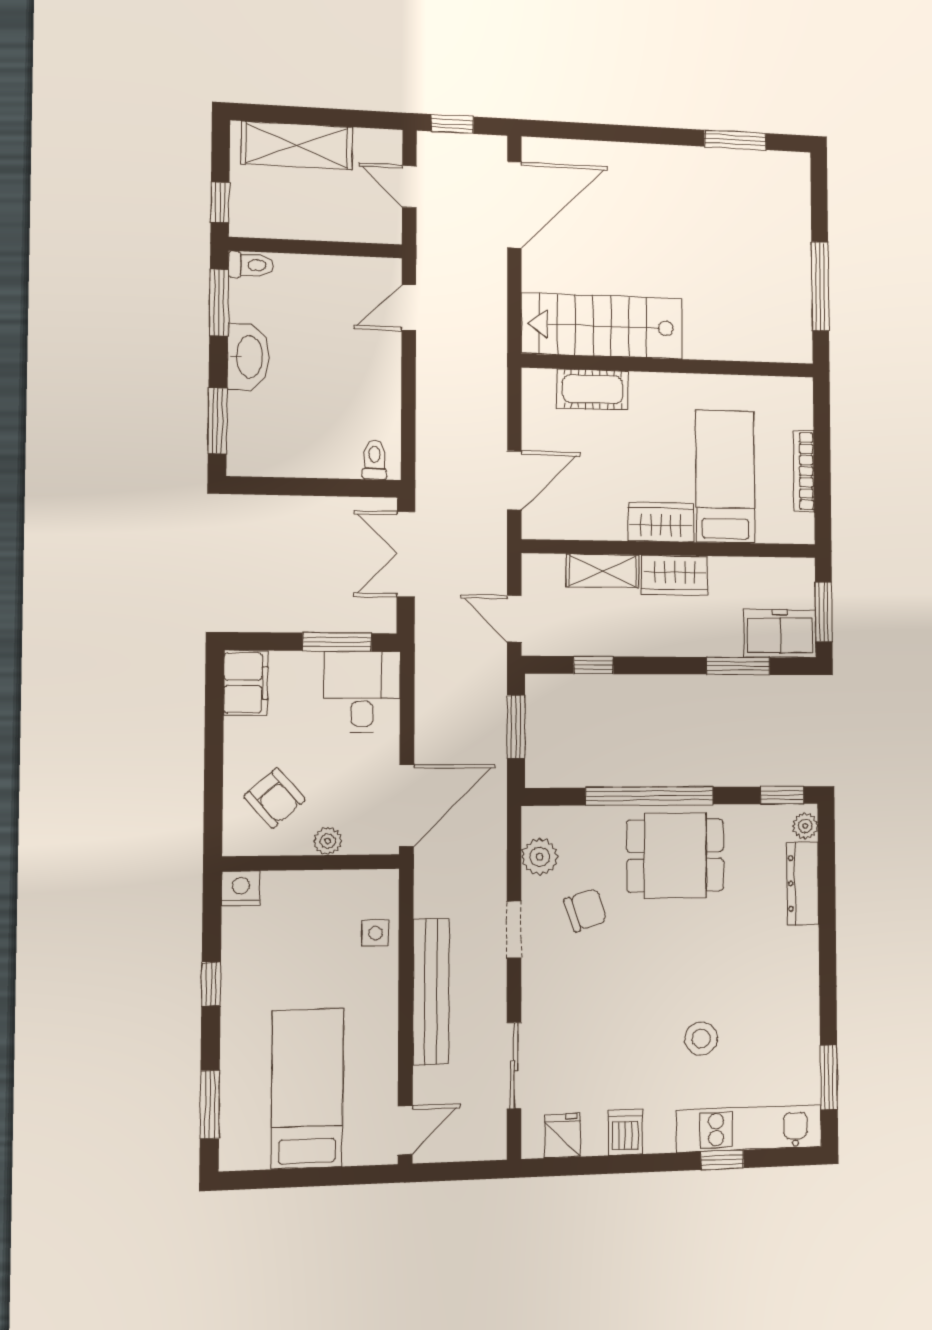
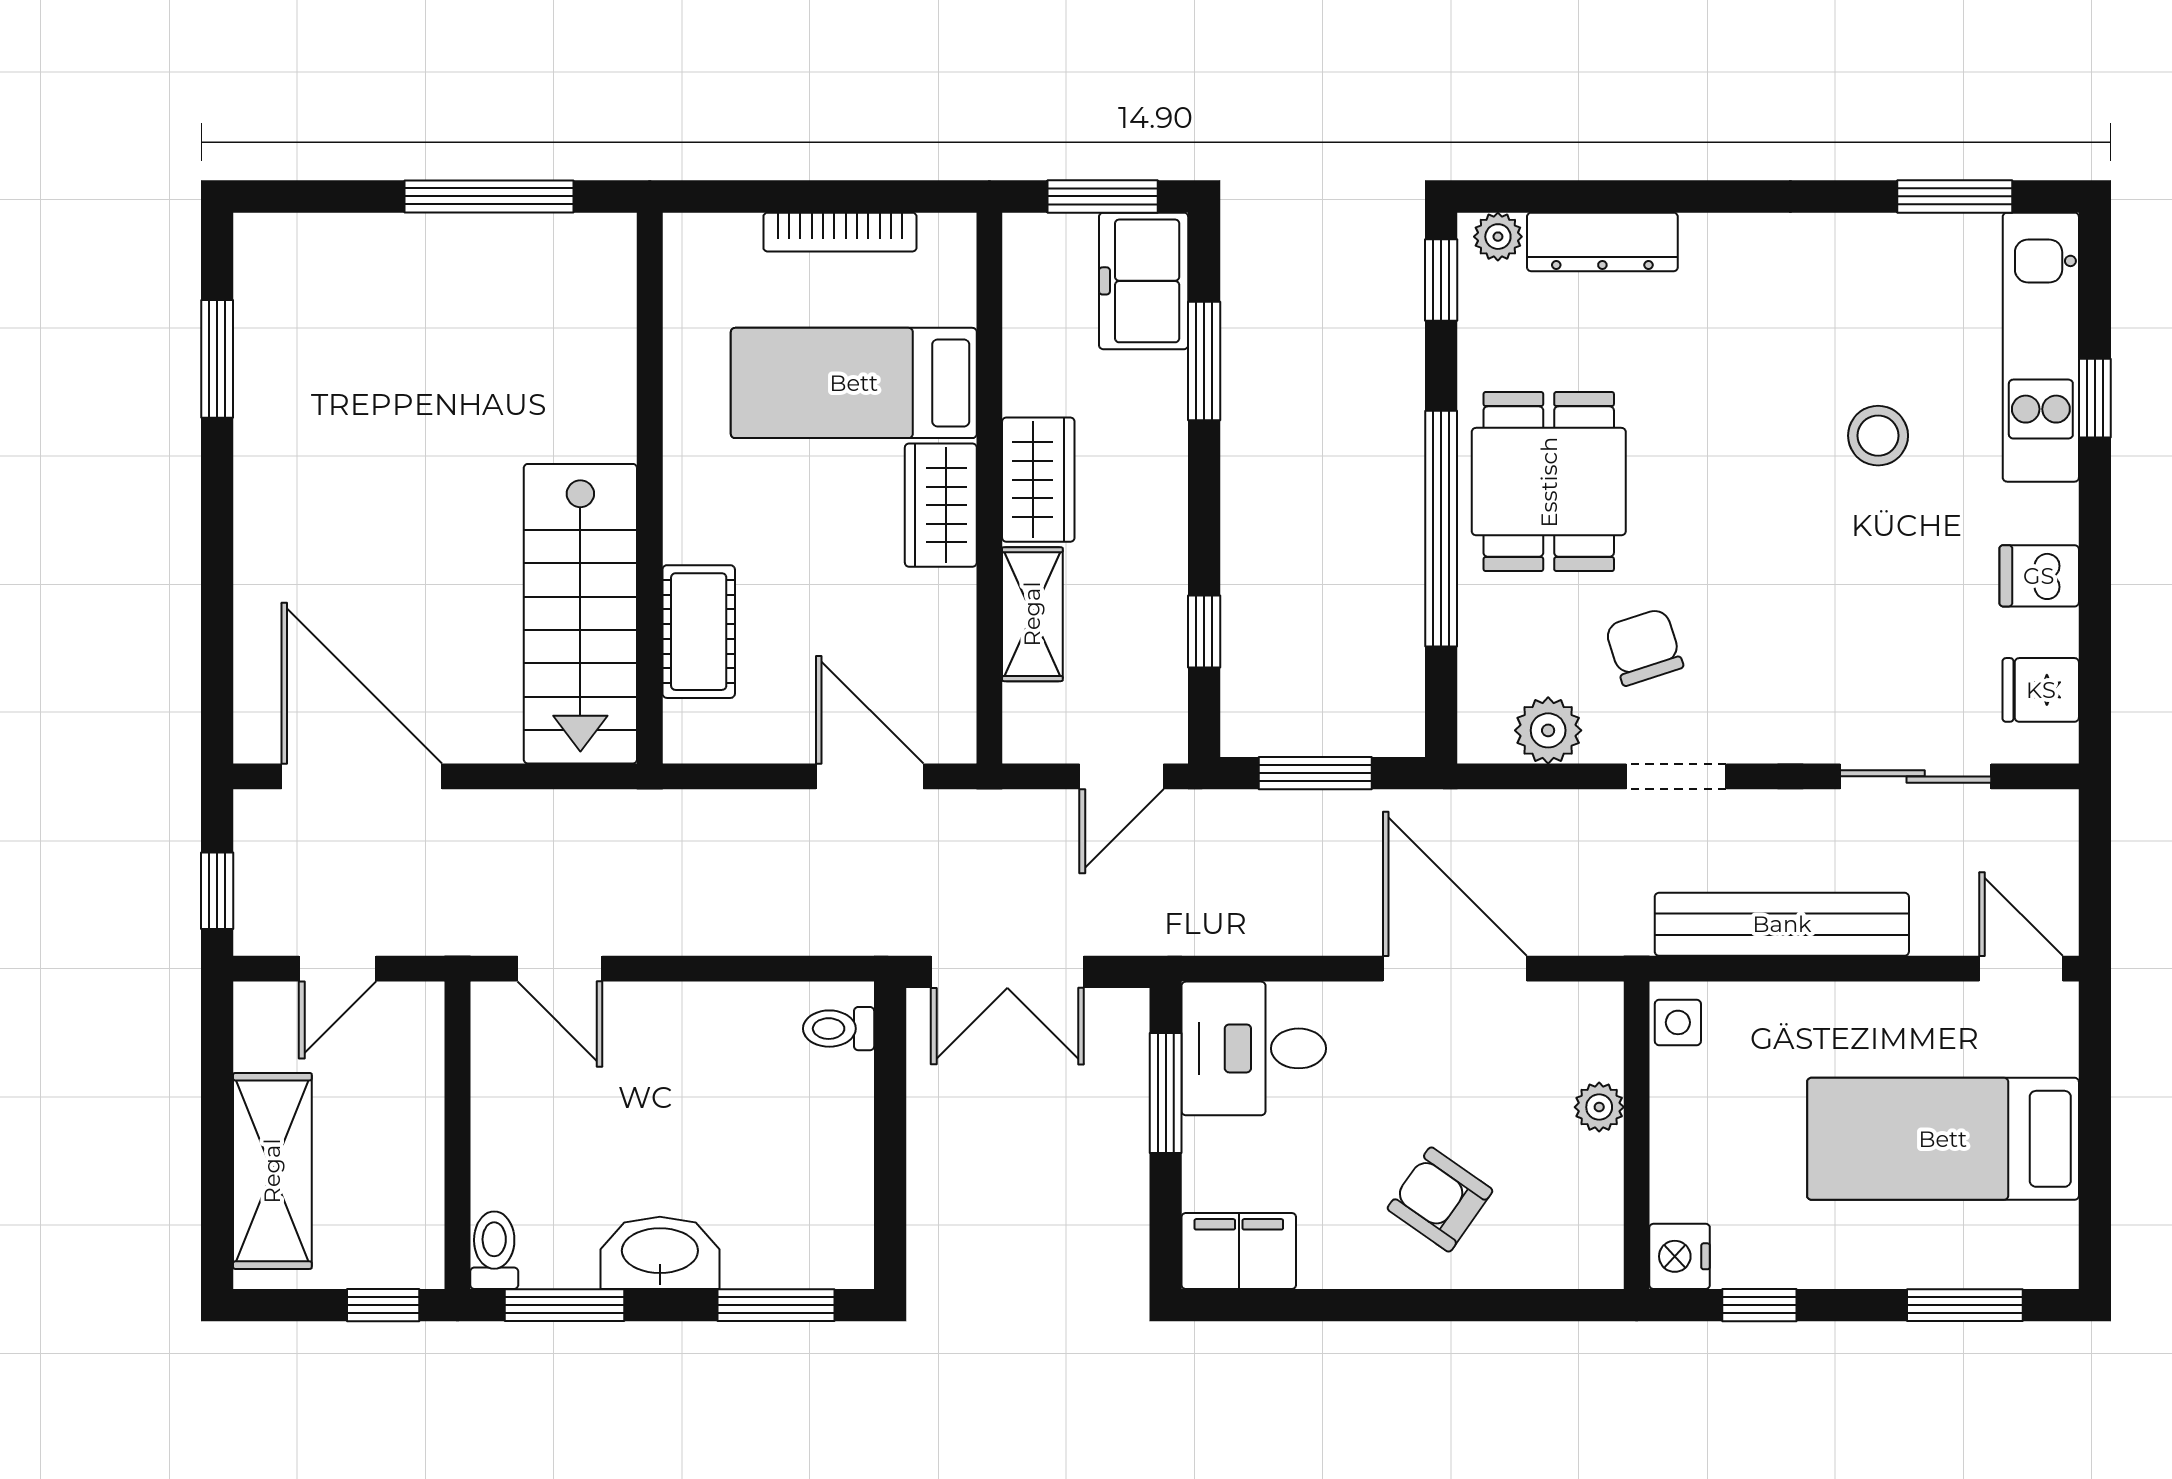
armchair: (275, 798) -> (1440, 1199), turned -104
plant: (328, 841) -> (1599, 1107), moved
wall: (311, 863) -> (1637, 1135), moved
nightstand: (241, 888) -> (1680, 1256), moved

